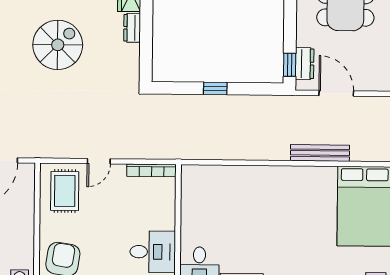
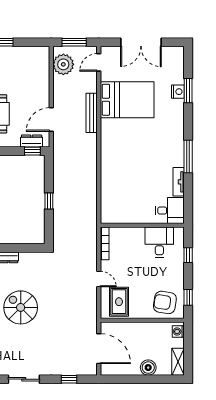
bench: (320, 153) -> (92, 113), moved
rug: (65, 191) -> (119, 302), turned 90

